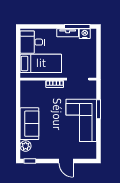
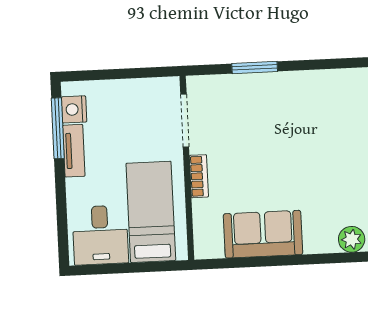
corner sofa: (81, 120) -> (284, 108), removed
sofa: (29, 124) -> (263, 234), moved

